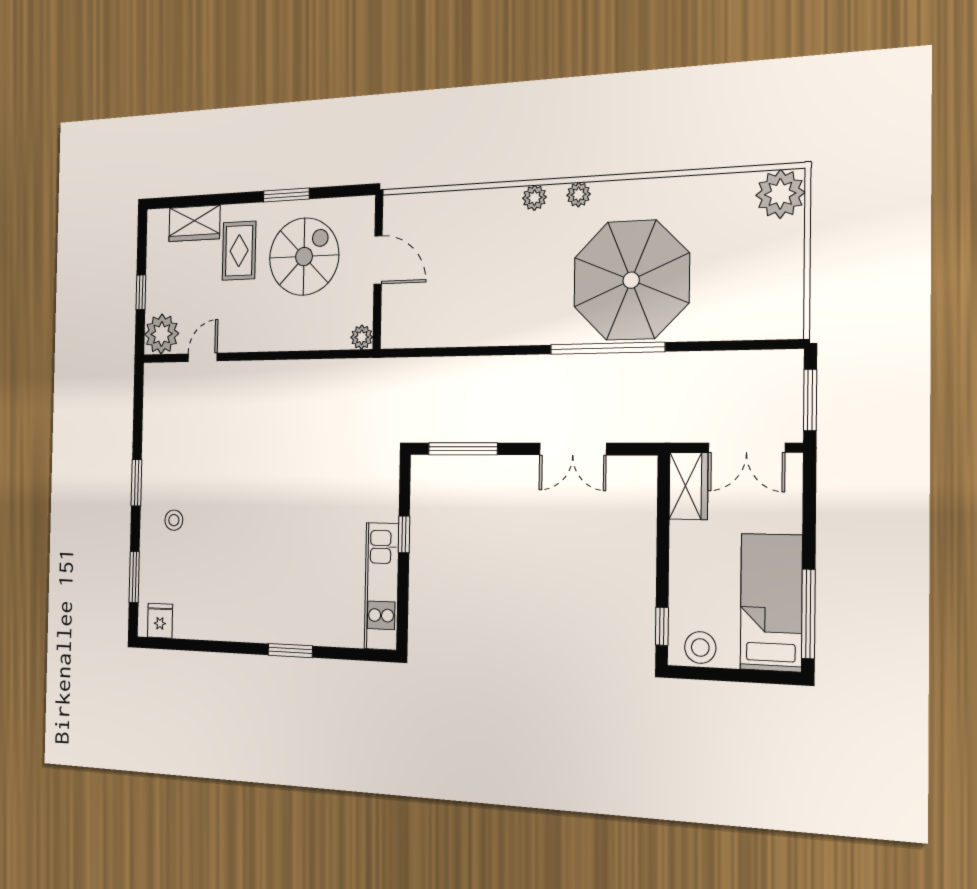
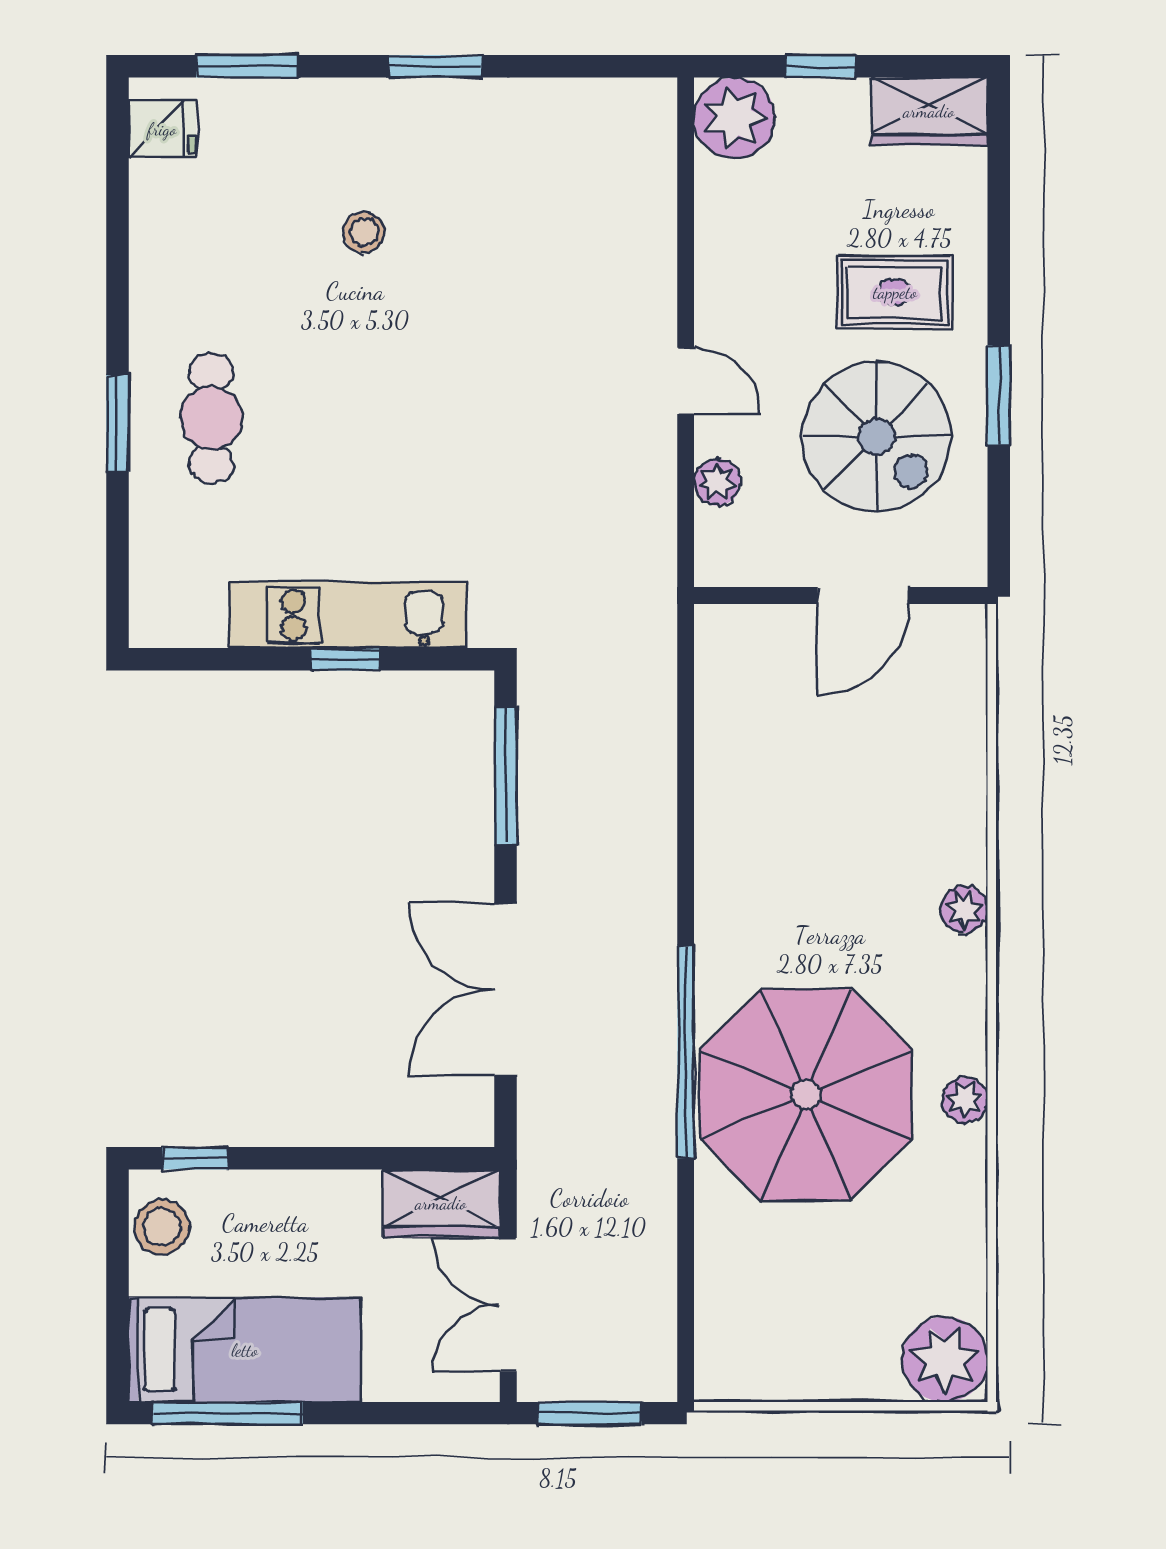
plant: (579, 195) -> (965, 1100), moved
wardrobe: (194, 223) -> (929, 111), moved, turned -90
plant: (362, 337) -> (717, 482), moved
door: (203, 357) -> (686, 381), moved
double door: (573, 449) -> (505, 989), width x1.37
stool: (174, 520) -> (364, 232), moved
kitchen unit: (382, 586) -> (348, 615), moved
cafe table: (289, 601) -> (211, 418), added

